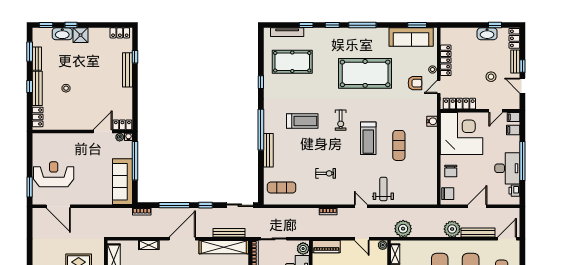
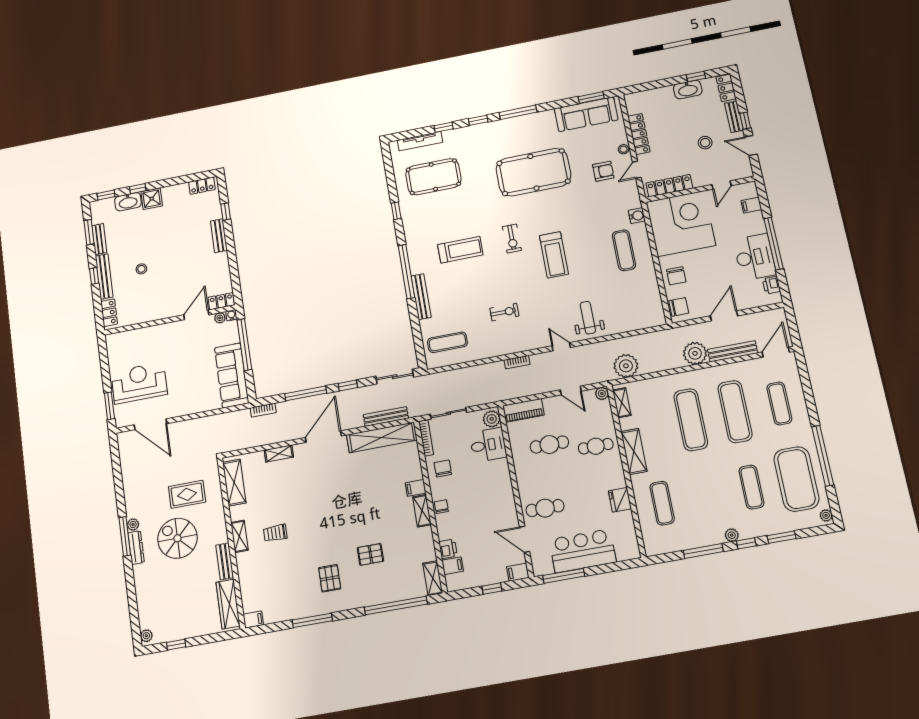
bench: (127, 70) -> (219, 236), width x0.73
filing cabinet: (514, 117) -> (748, 188), removed
exercise mat: (399, 145) -> (624, 250), moved

